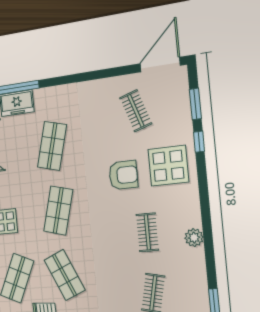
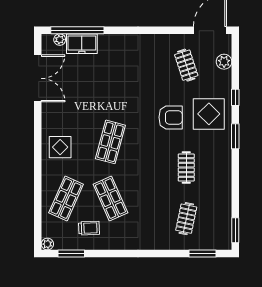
window: (195, 104) -> (235, 136), moved
shop shelf: (52, 146) -> (110, 85), removed
plant: (194, 238) -> (224, 62), moved

